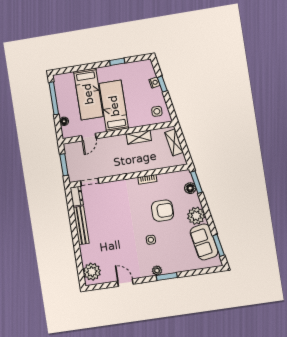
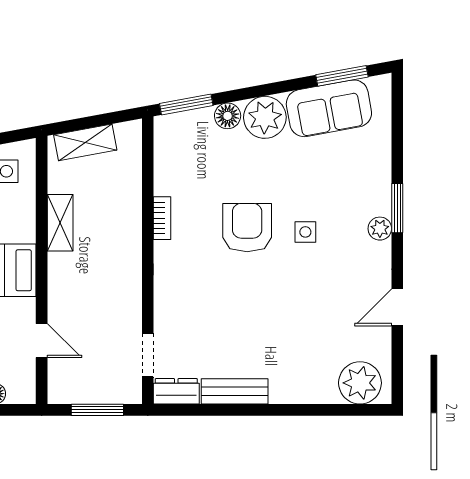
floor lamp: (190, 188) -> (228, 116), moved
armchair: (162, 211) -> (247, 228), moved
bench: (81, 225) -> (235, 391), width x0.73

